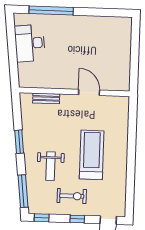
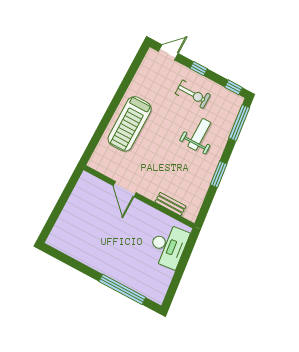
desk: (30, 43) -> (168, 246), moved
treadmill: (92, 155) -> (130, 124), moved
exercise bike: (72, 196) -> (193, 94), turned 180

